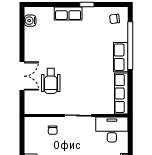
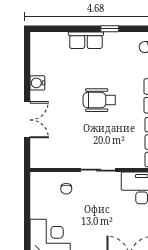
water cooler: (30, 21) -> (37, 83), moved
wheelchair: (51, 81) -> (99, 100), moved, turned 90

